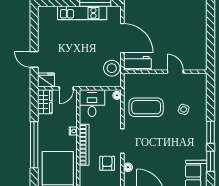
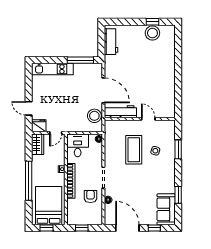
kitchen unit: (82, 13) -> (52, 69), moved
workbench: (137, 63) -> (120, 112), width x1.37
coffee table: (146, 107) -> (134, 150), moved, turned 90
window: (210, 132) -> (178, 149), moved

